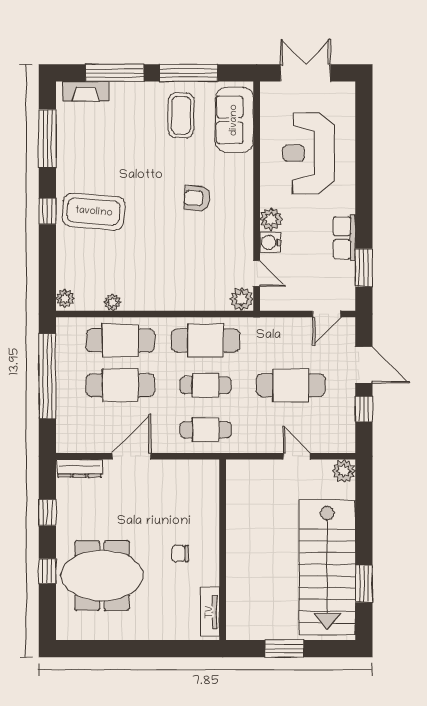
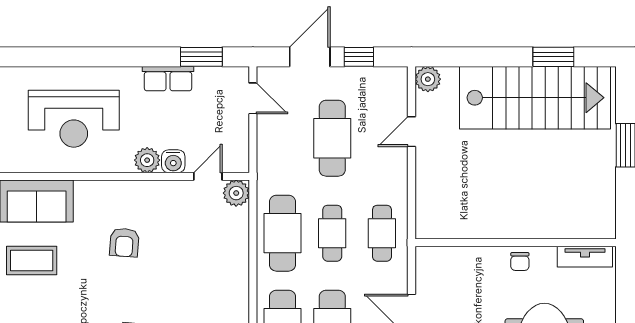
wall: (223, 550) -> (516, 243), moved
tv unit: (210, 612) -> (585, 257), moved

